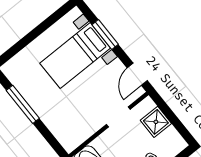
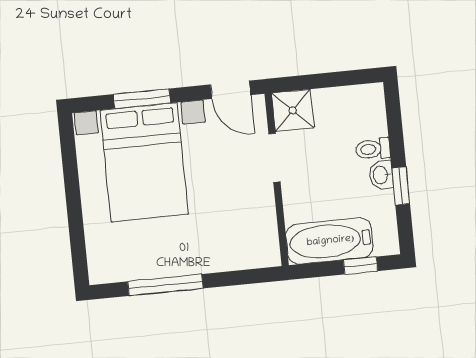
bed with nightstands: (75, 56) -> (144, 162), width x1.36
shower: (156, 122) -> (293, 110), moved

